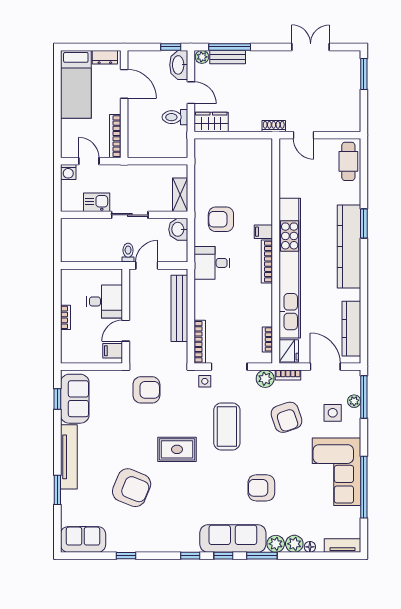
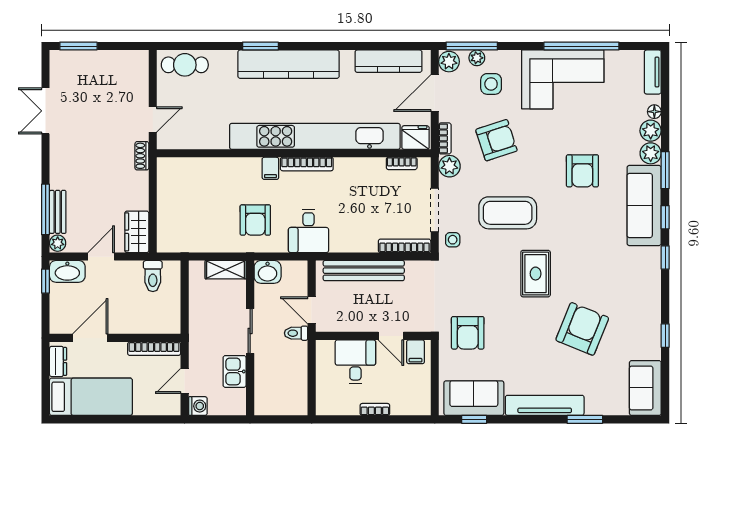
toilet: (175, 117) -> (153, 276), moved
plant: (351, 378) -> (449, 62), added
armchair: (146, 390) -> (468, 333), moved, turned 180

